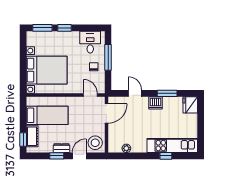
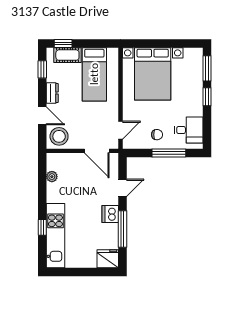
window: (167, 93) -> (123, 229), width x1.44
window: (57, 156) -> (42, 69), moved

